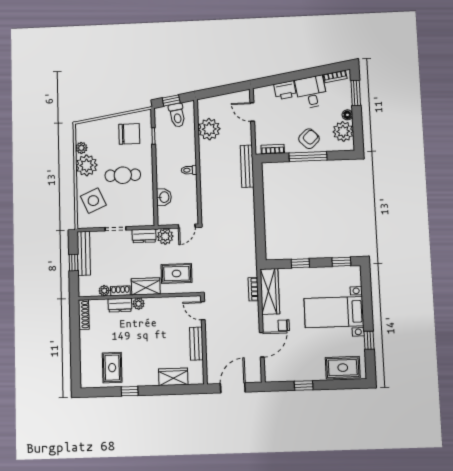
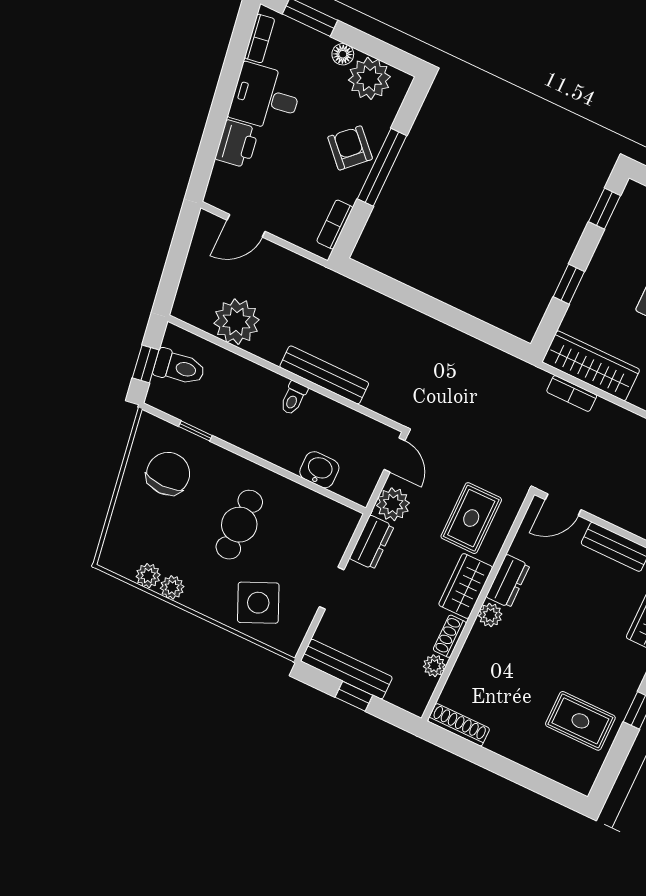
plant: (87, 165) -> (172, 587), width x0.53, depth x0.53
bench: (247, 166) -> (324, 375), moved
dresser: (120, 305) -> (508, 581), moved

